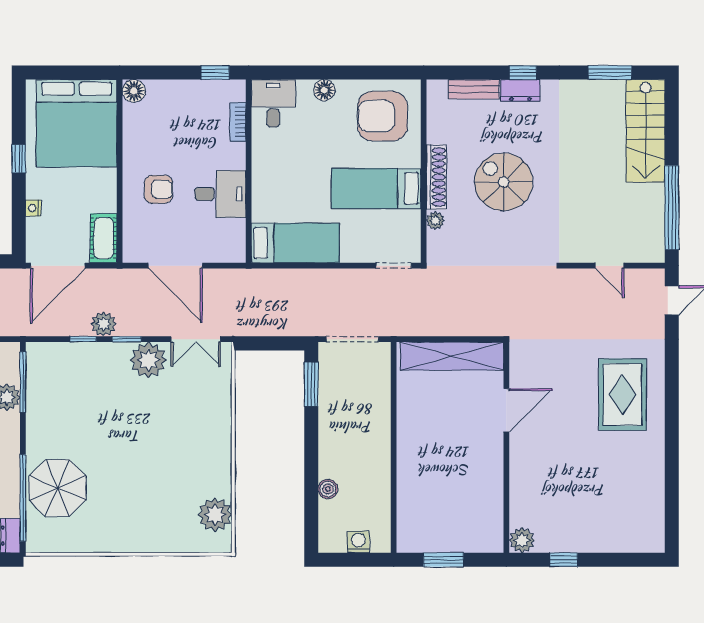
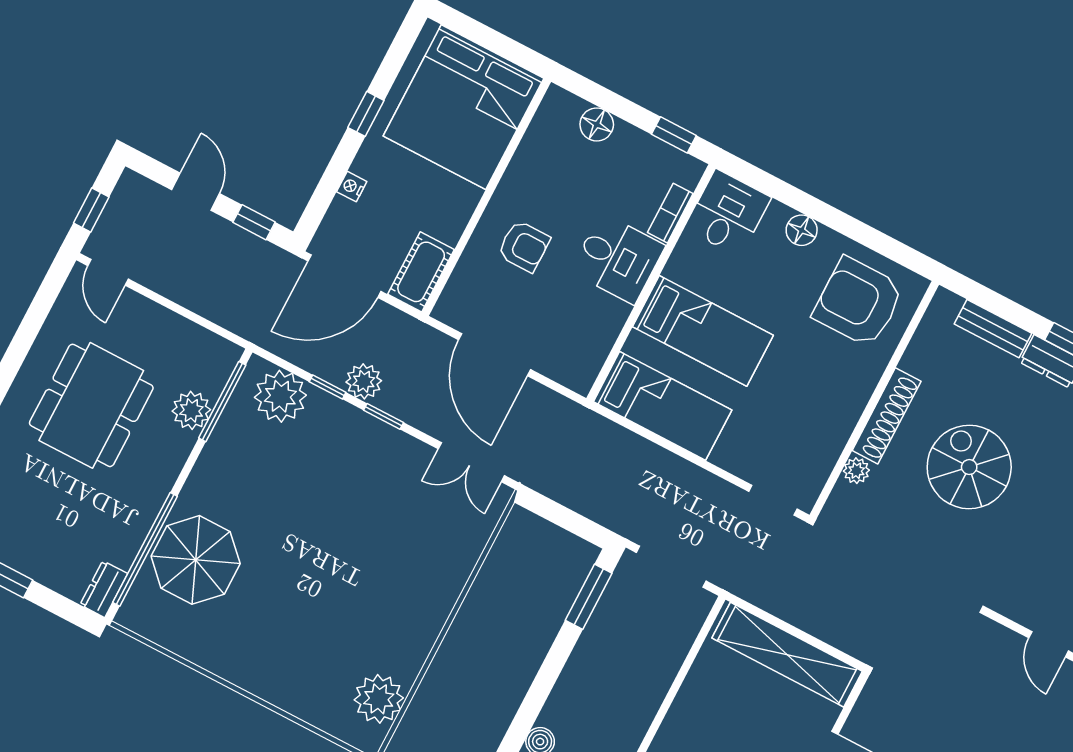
floor lamp: (134, 91) -> (597, 124), moved
bed: (376, 188) -> (703, 331), moved, turned 180
desk: (220, 194) -> (618, 259), moved
plant: (148, 360) -> (280, 396), moved

